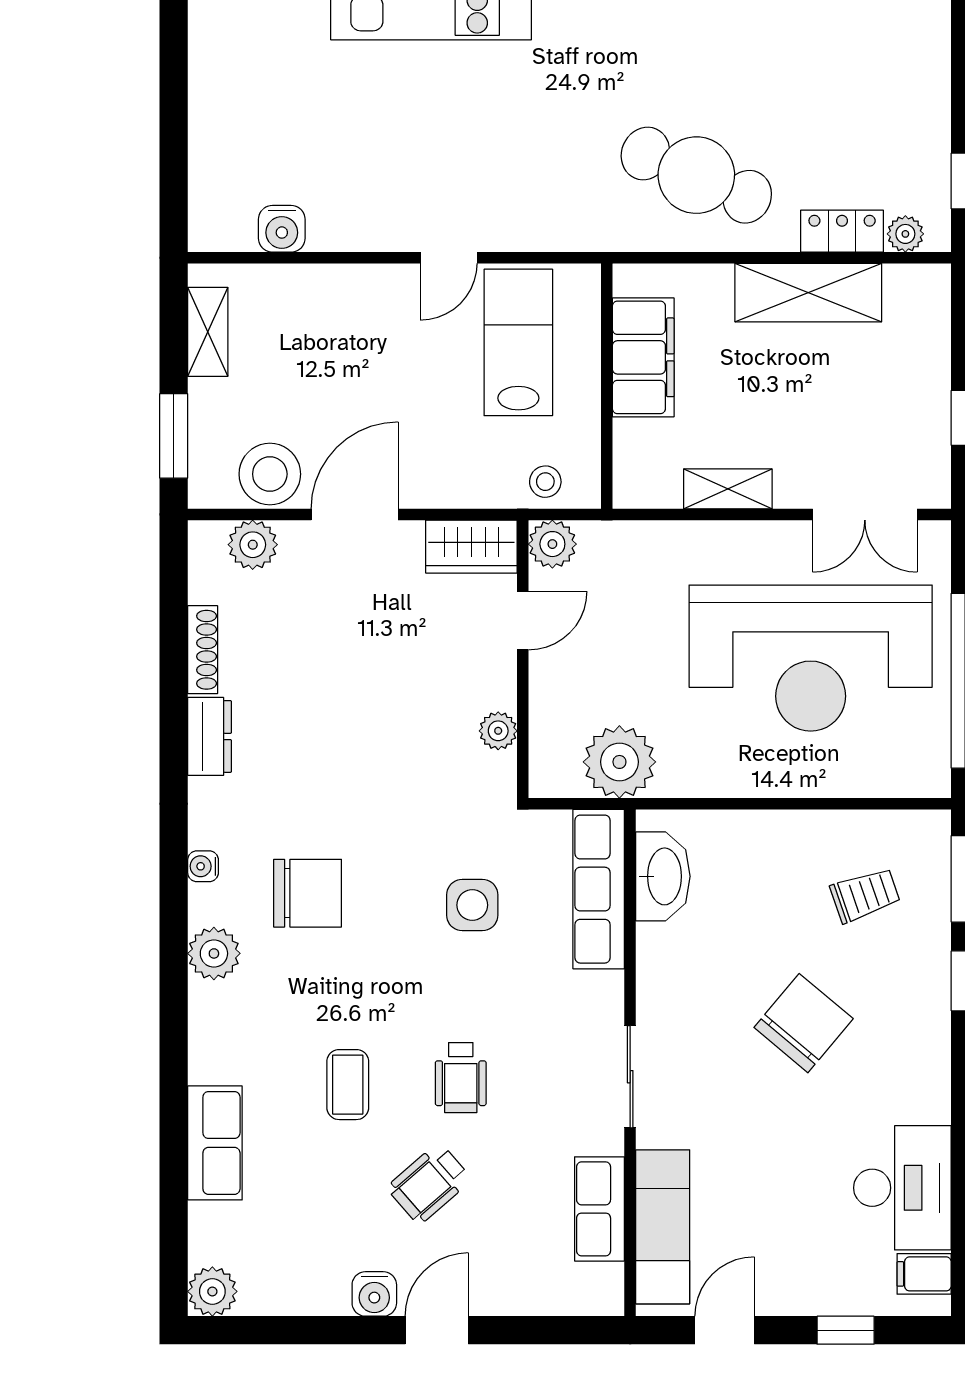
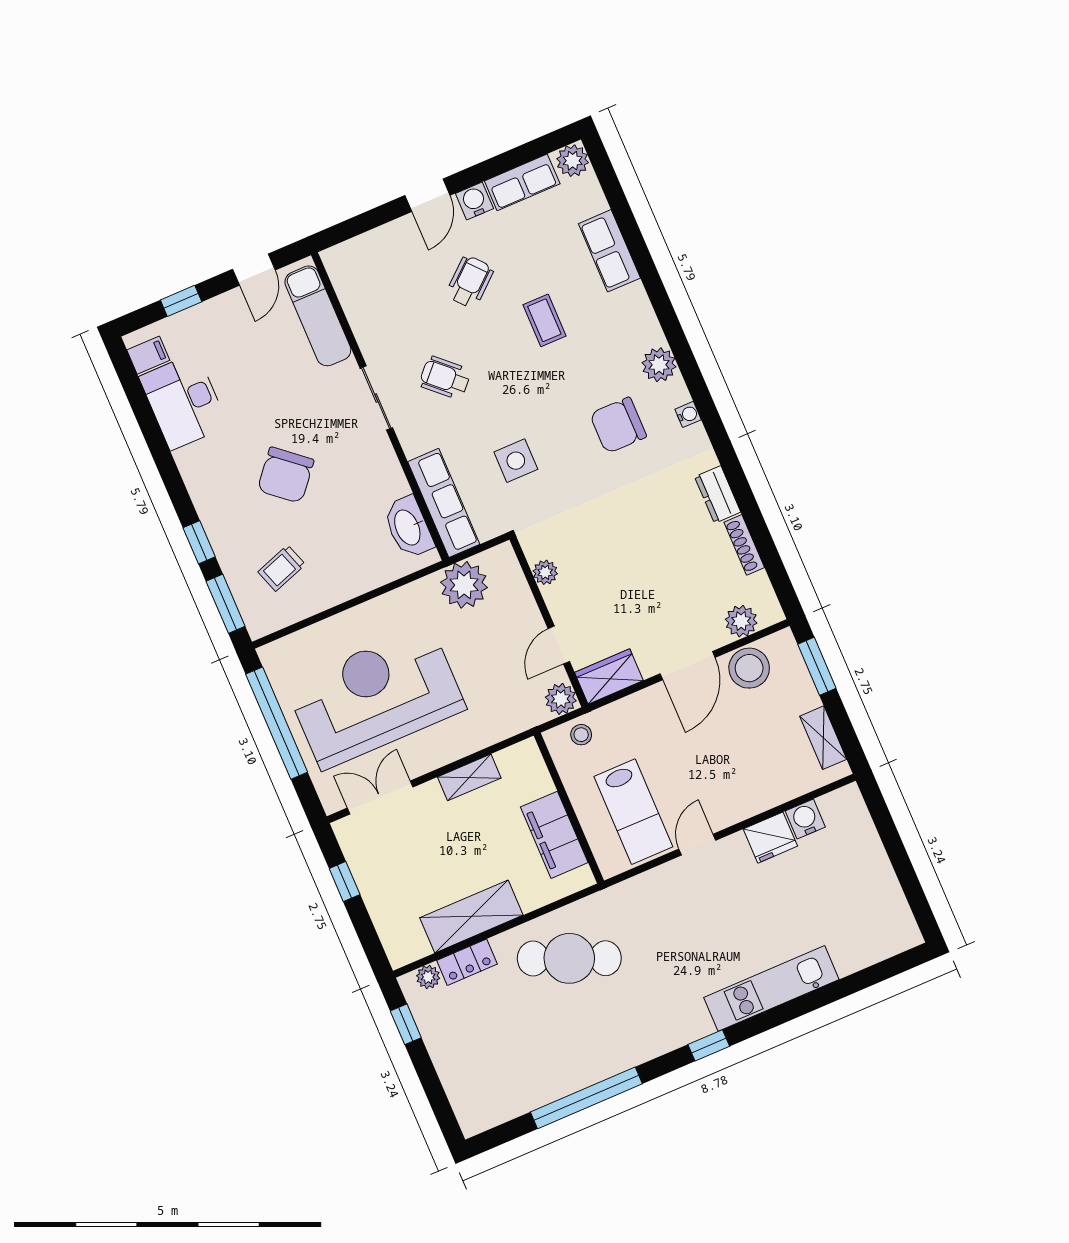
fridge: (342, 224) -> (770, 838), added
wheelchair: (461, 1078) -> (445, 378), moved, turned -47
row of seats: (600, 1209) -> (522, 182), moved, turned 90

